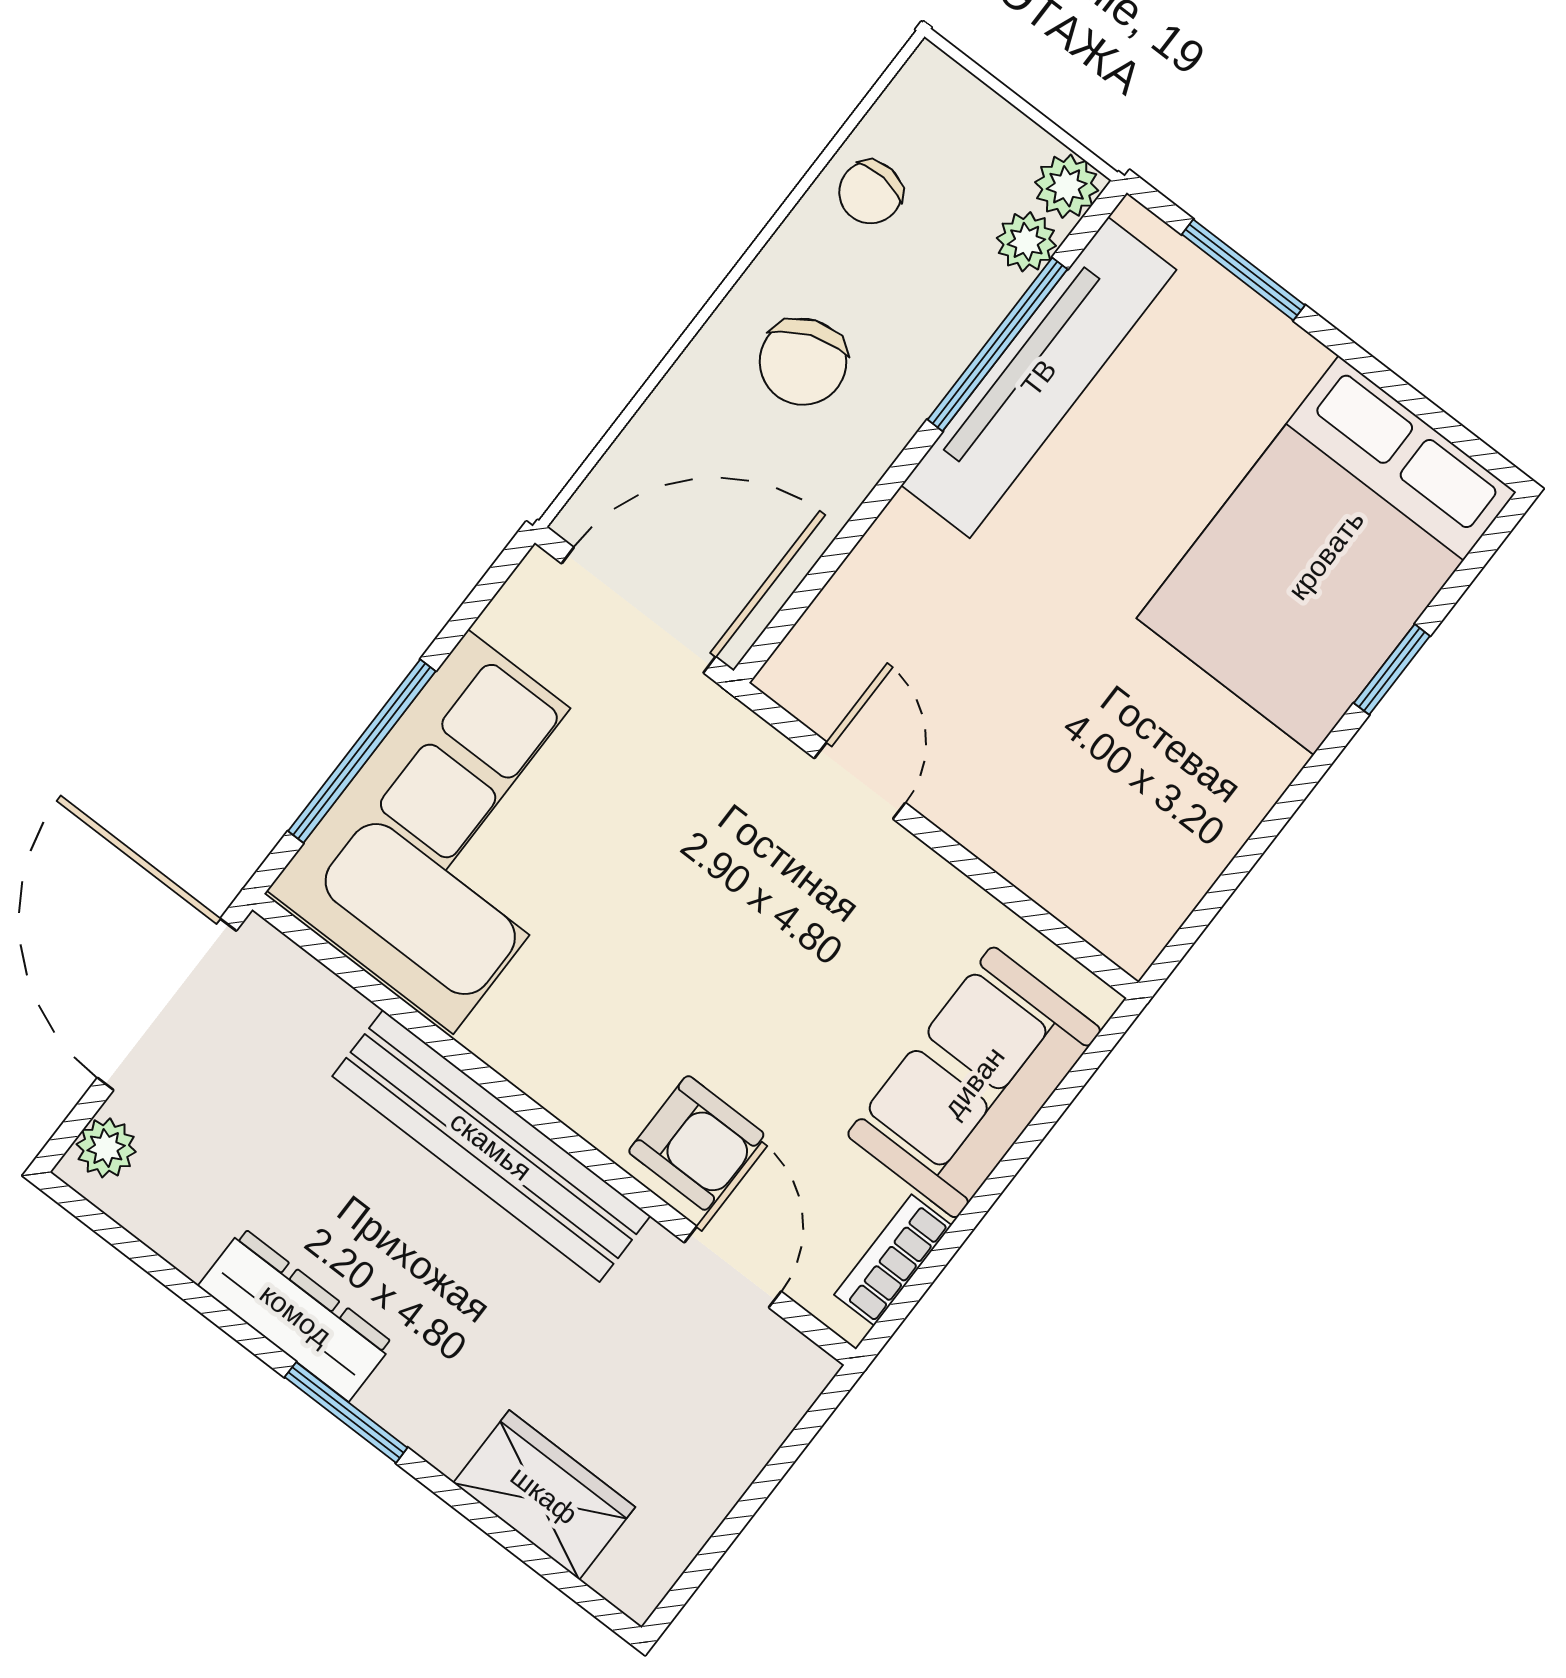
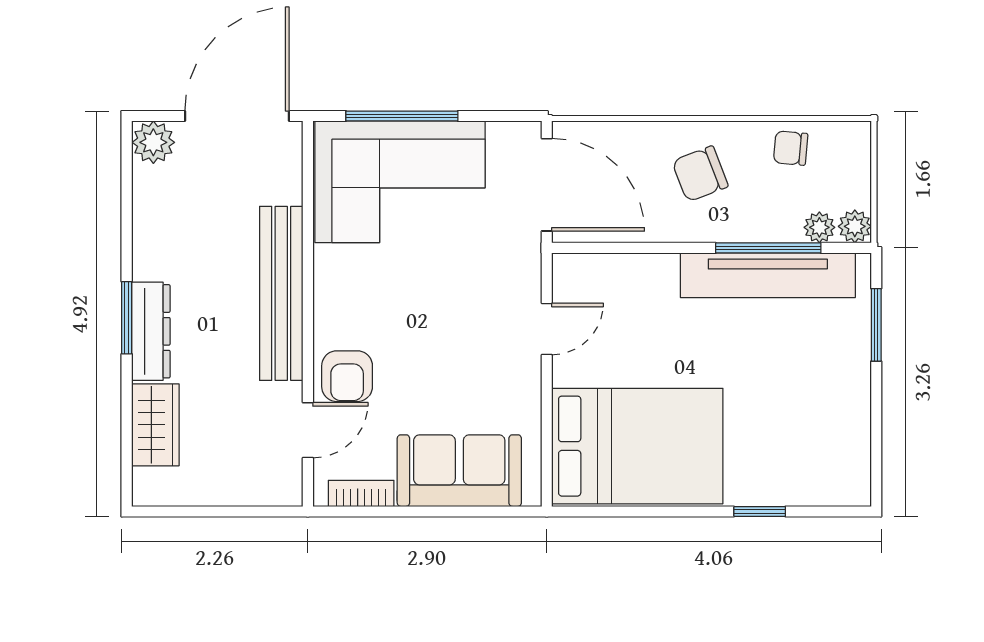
bed: (1326, 555) -> (637, 446), moved, turned 180
plant: (106, 1148) -> (153, 142), width x1.38, depth x1.38
dresser: (296, 1315) -> (151, 331), moved

